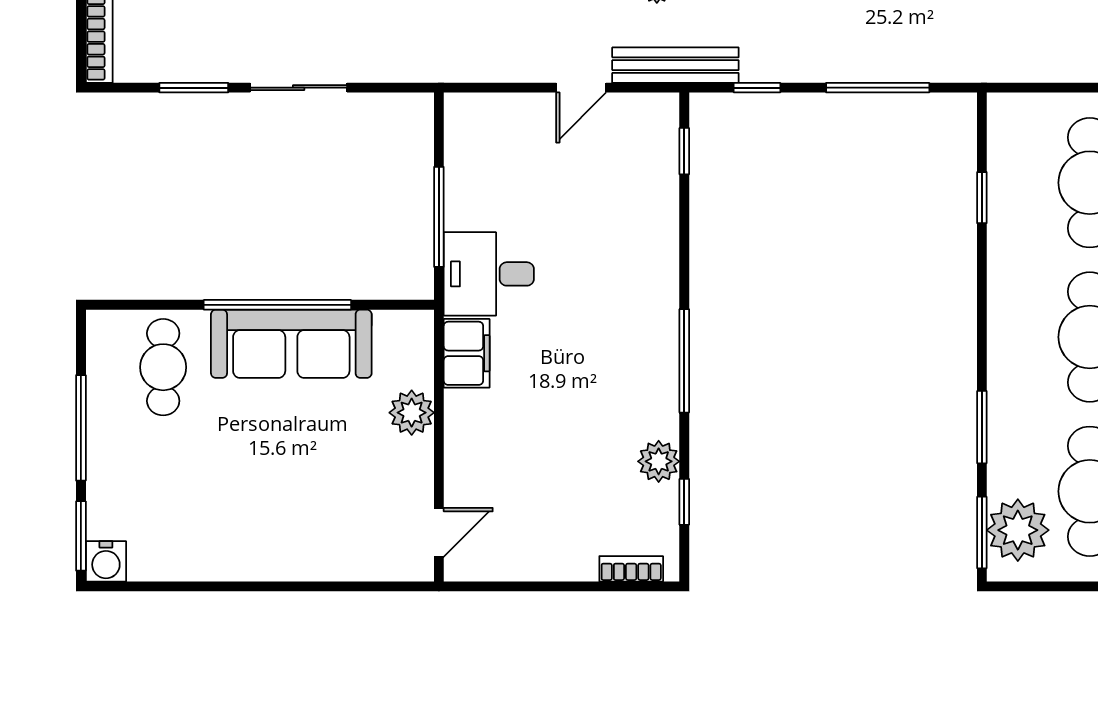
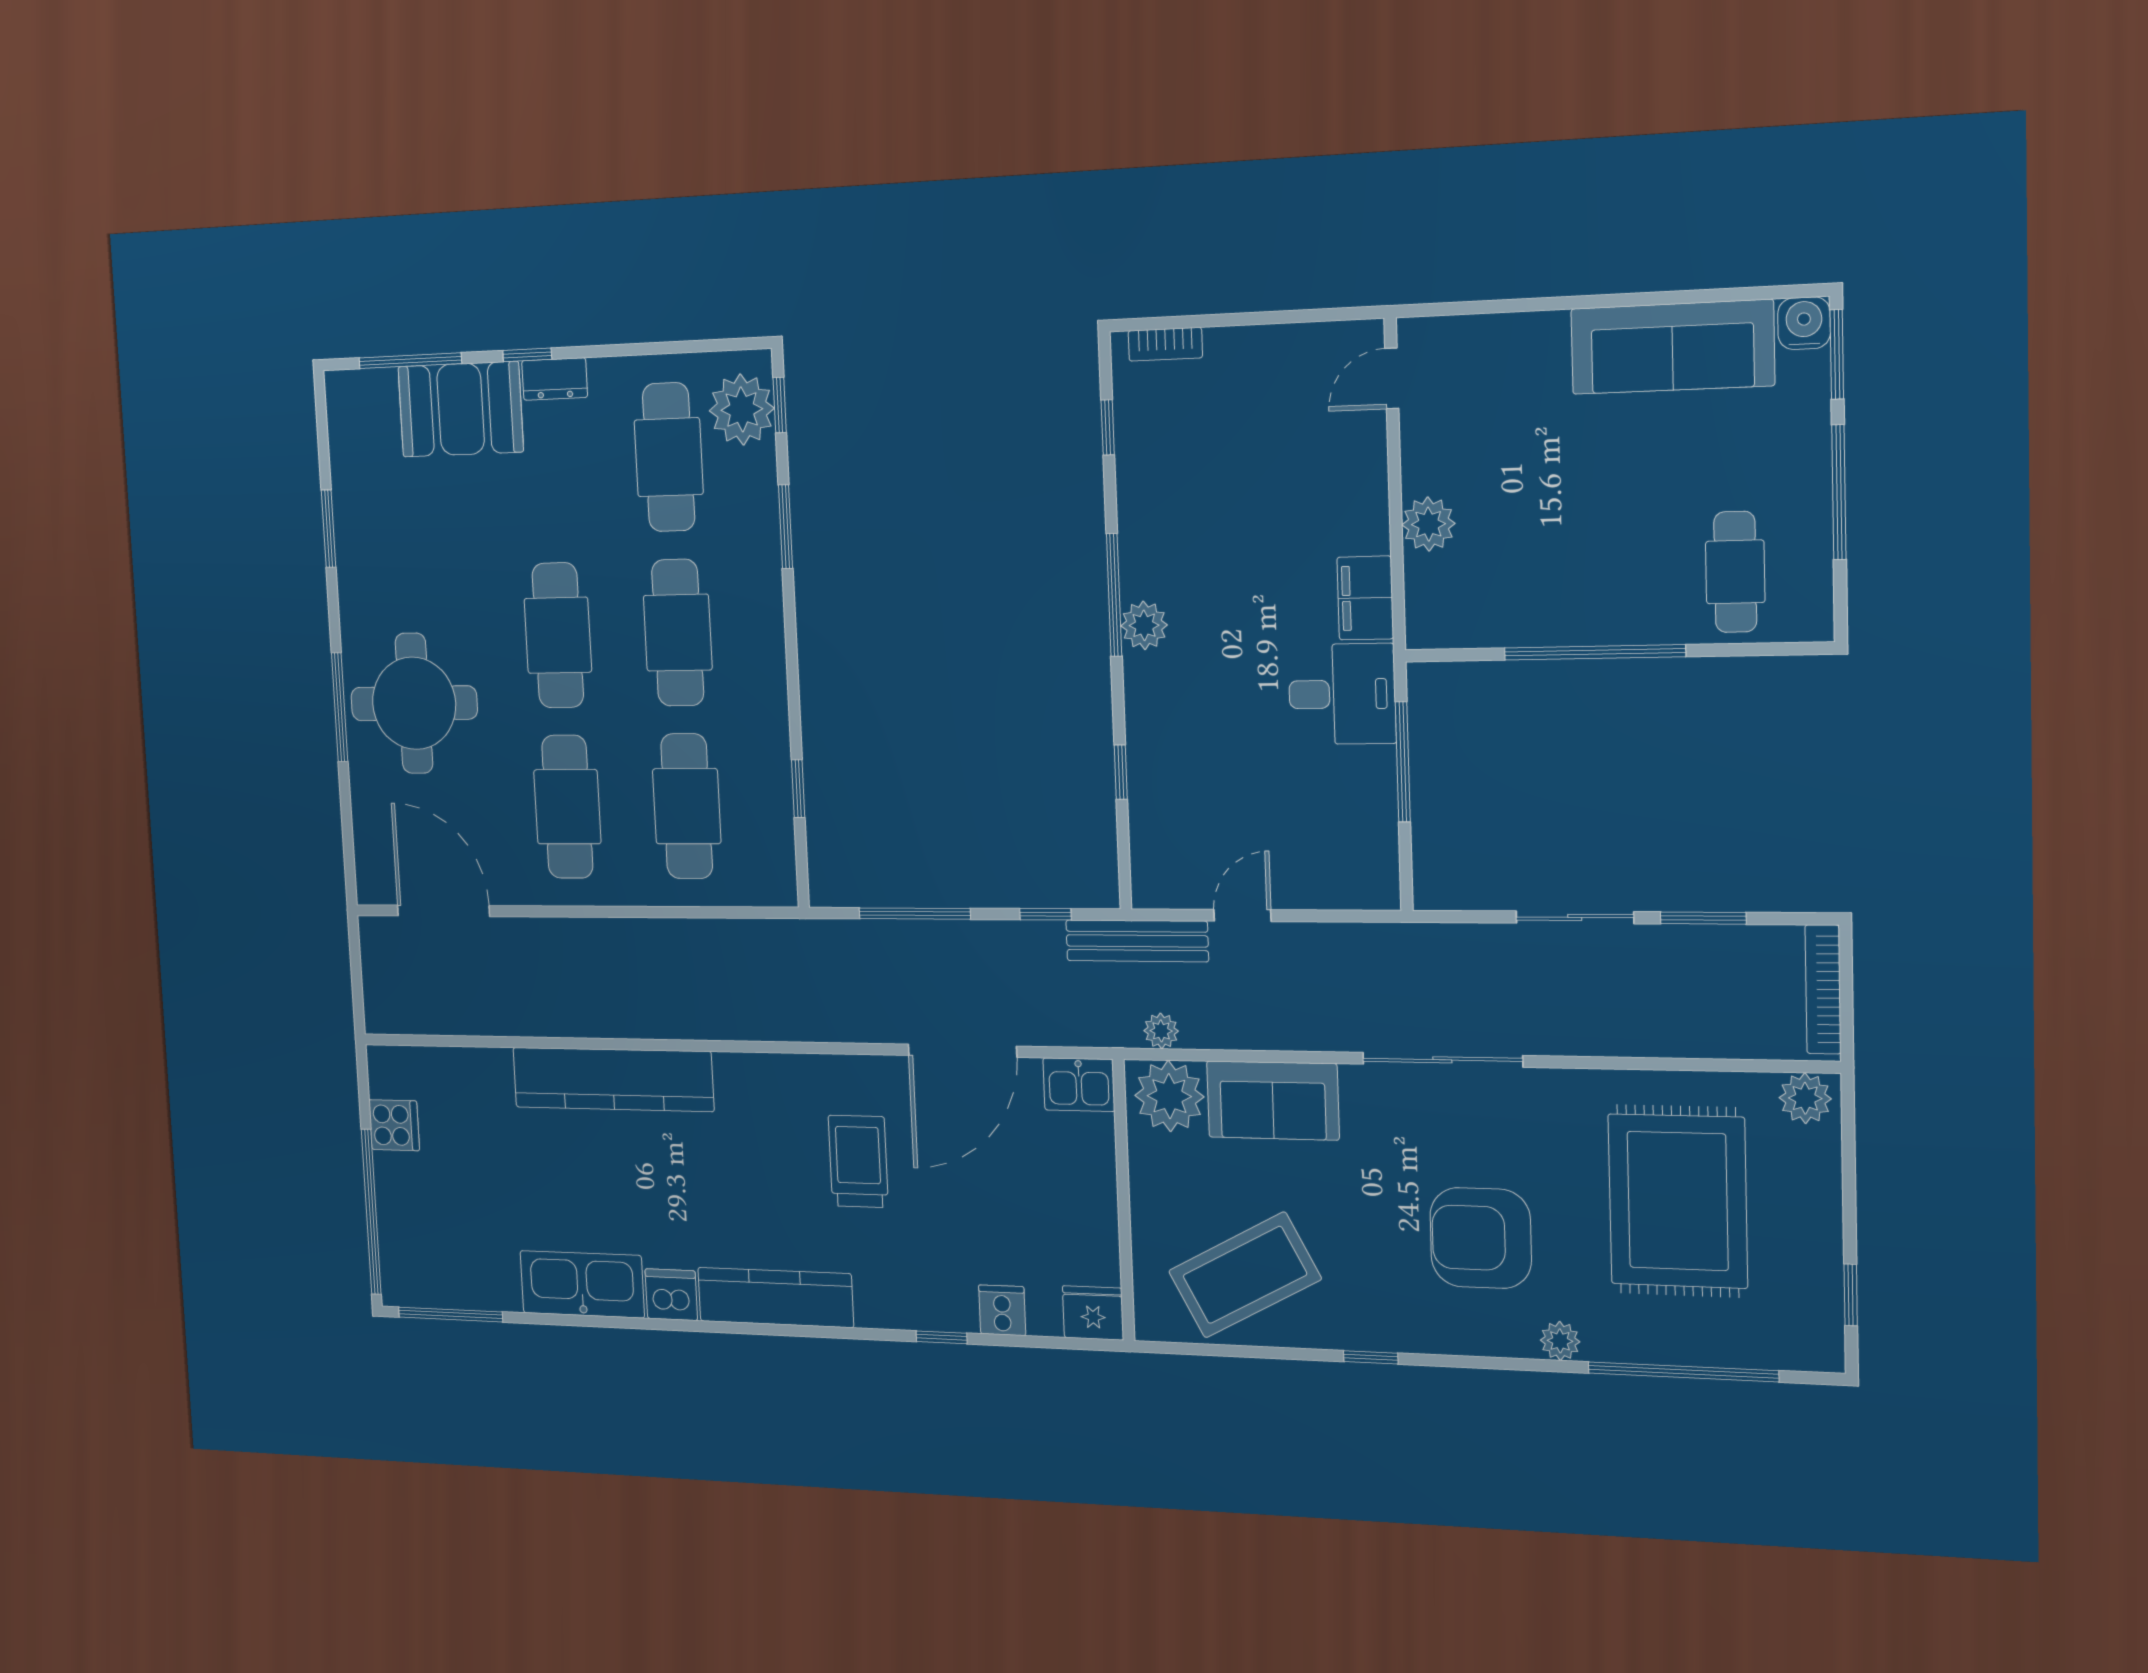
window: (684, 151) -> (1121, 772), moved
sofa: (291, 344) -> (1672, 347), moved, turned 180
plant: (659, 461) -> (1144, 625), moved
window: (982, 532) -> (780, 405), width x0.67

